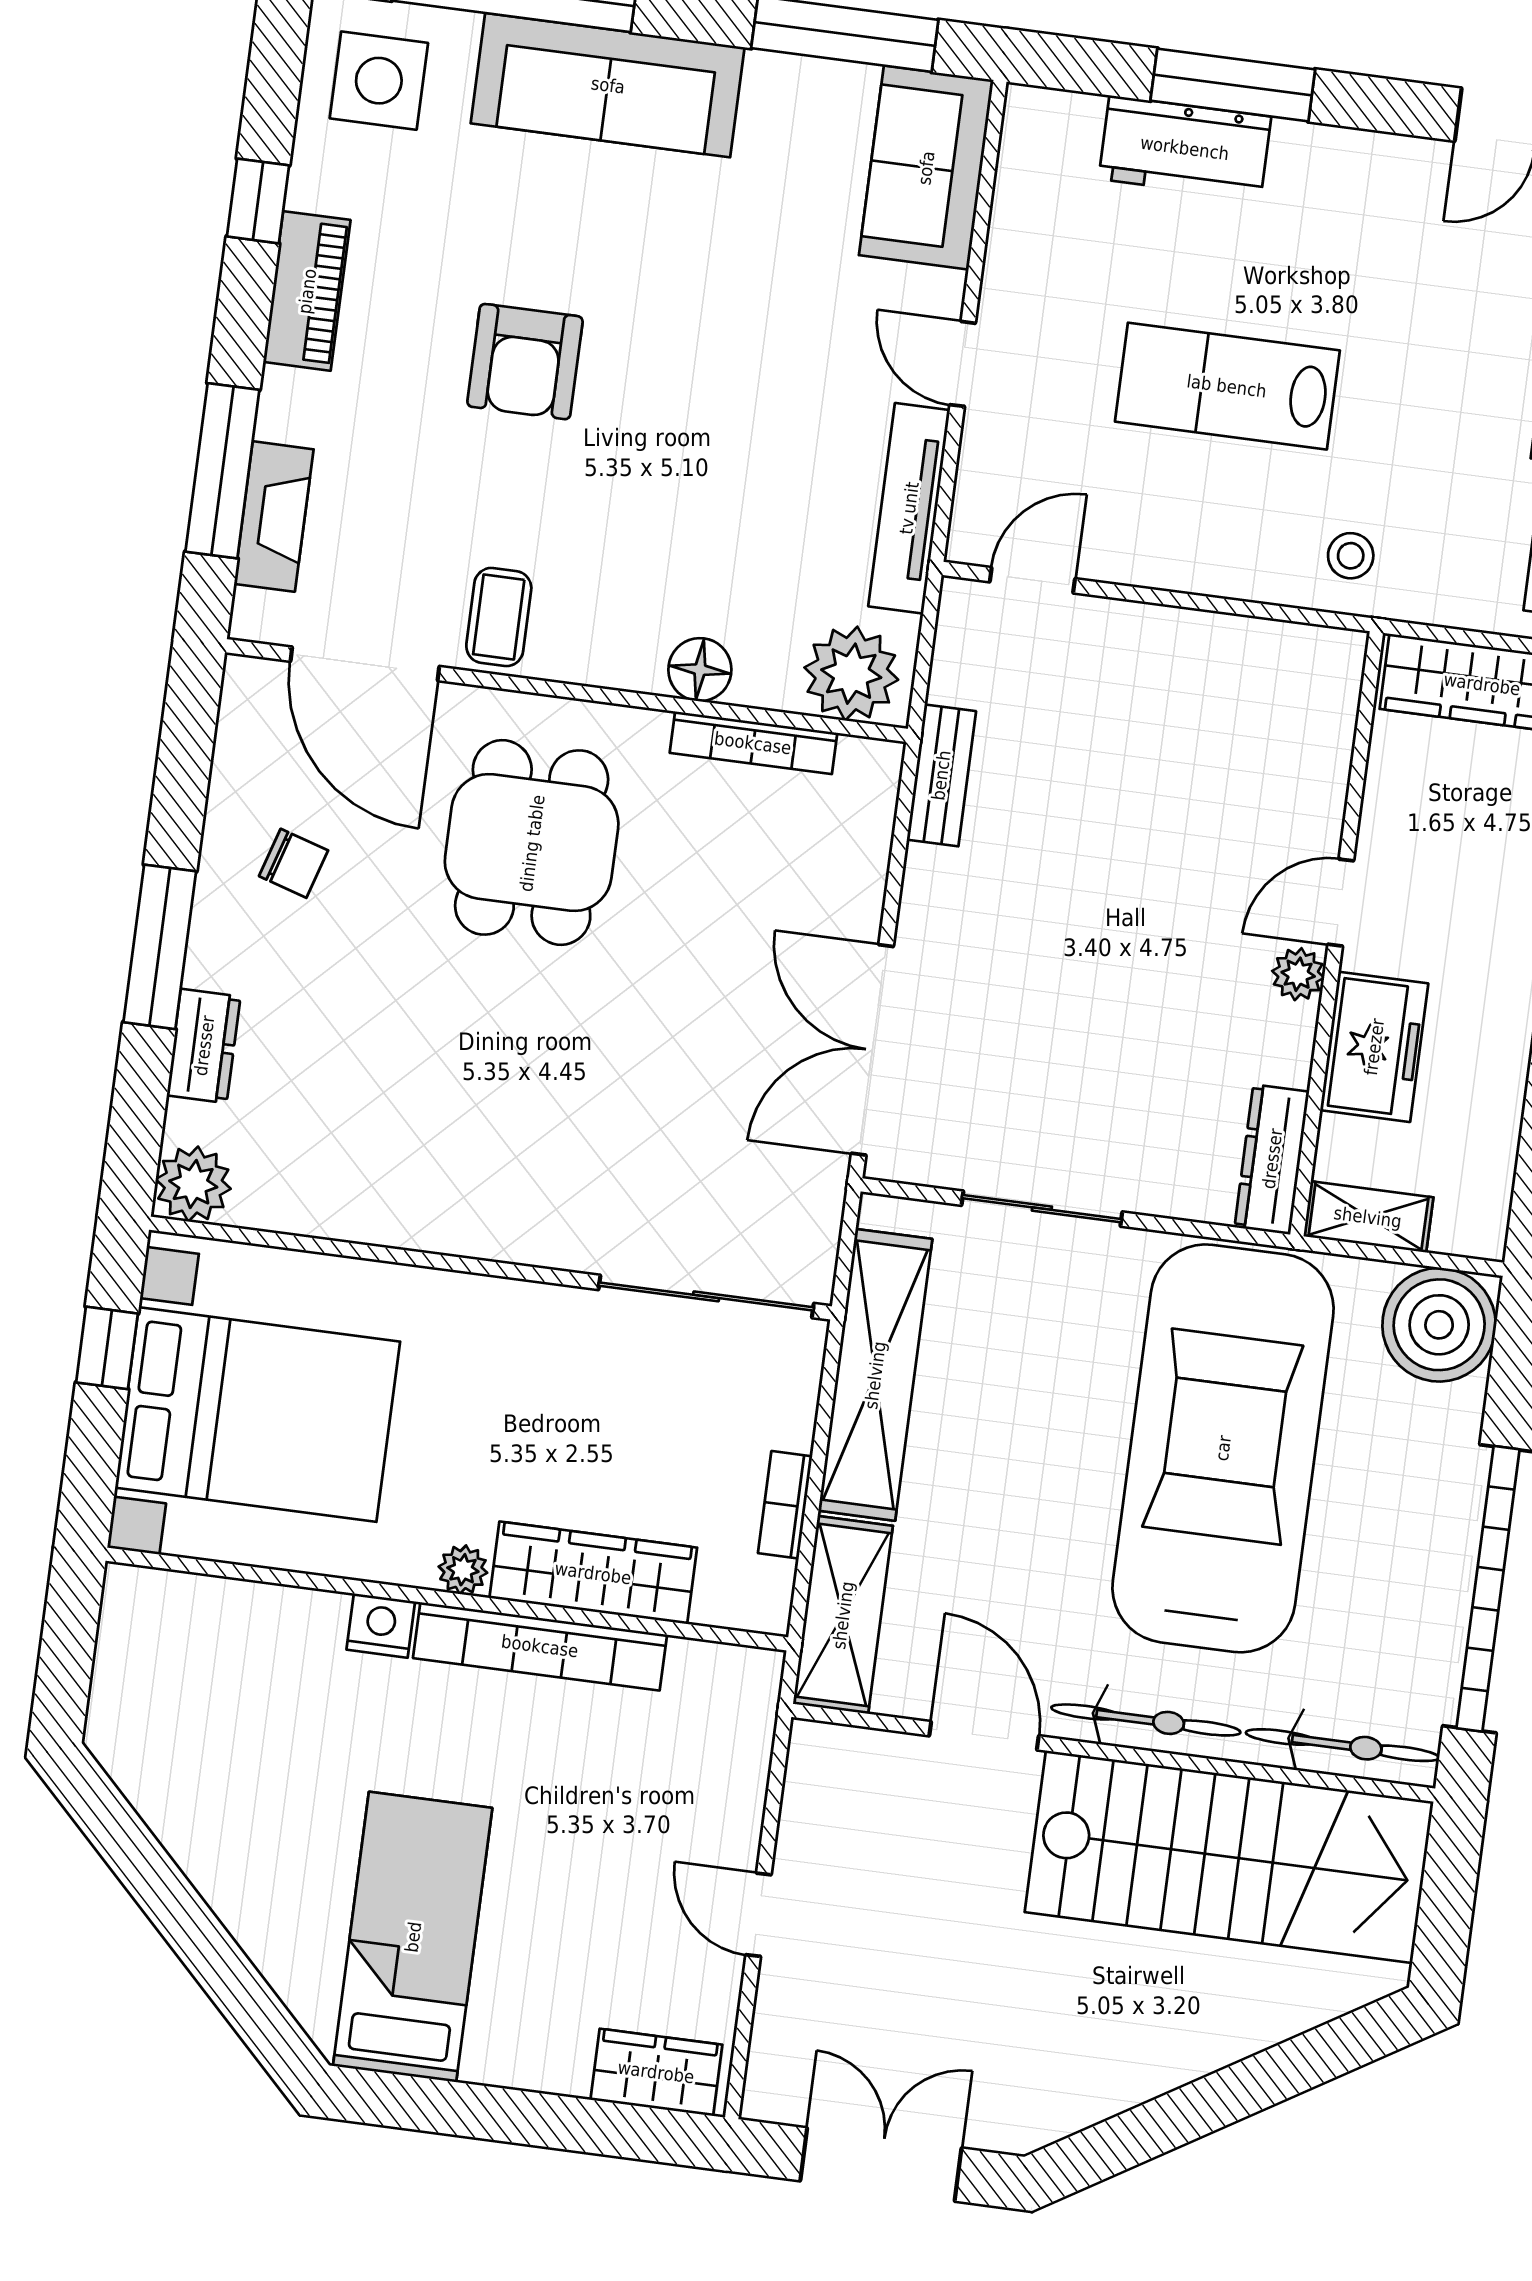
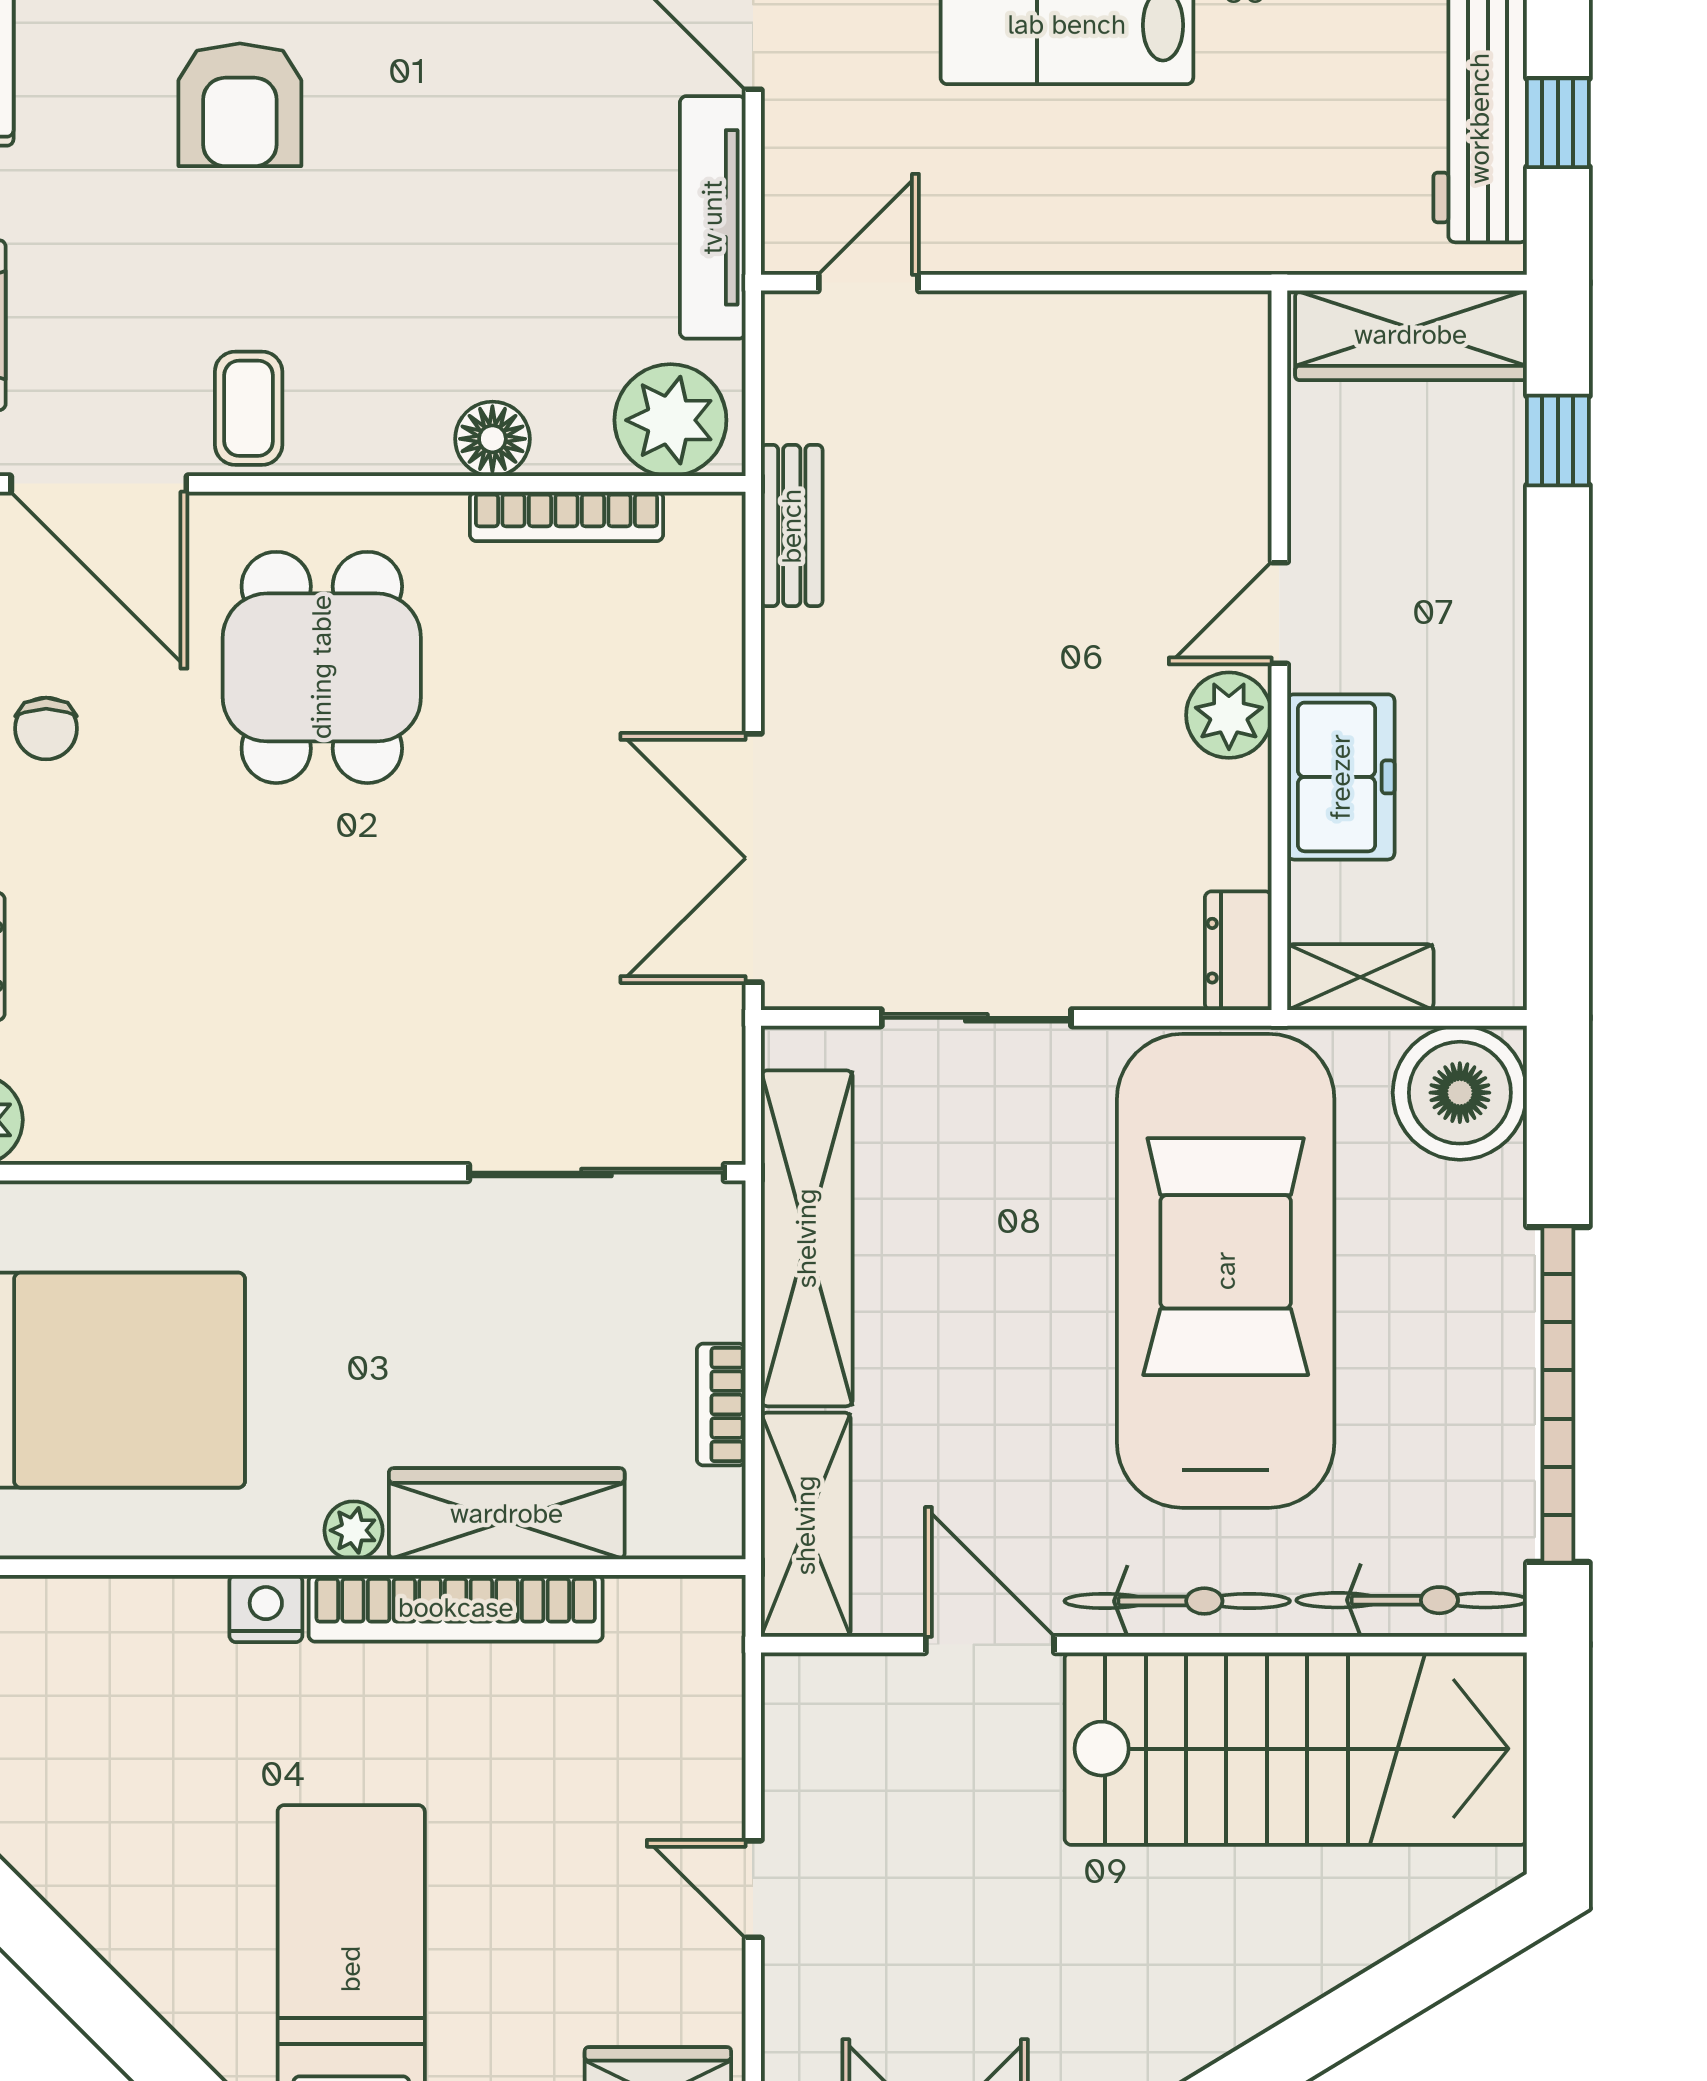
stool: (1351, 556) -> (1238, 205), removed
chair: (294, 863) -> (46, 729), turned 73
plant: (1298, 974) -> (1229, 715), width x1.38, depth x1.38
dresser: (1272, 1159) -> (1238, 951), width x0.70

